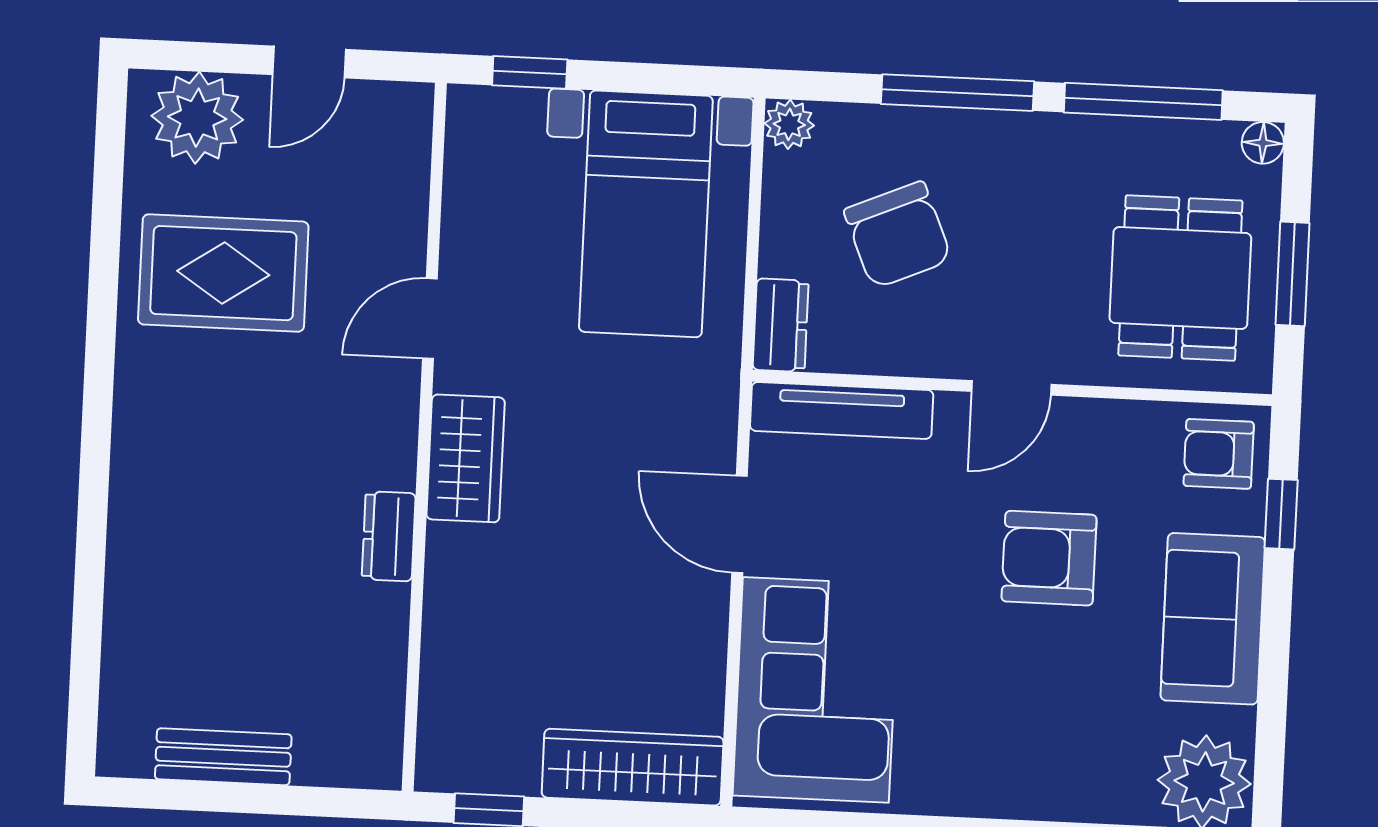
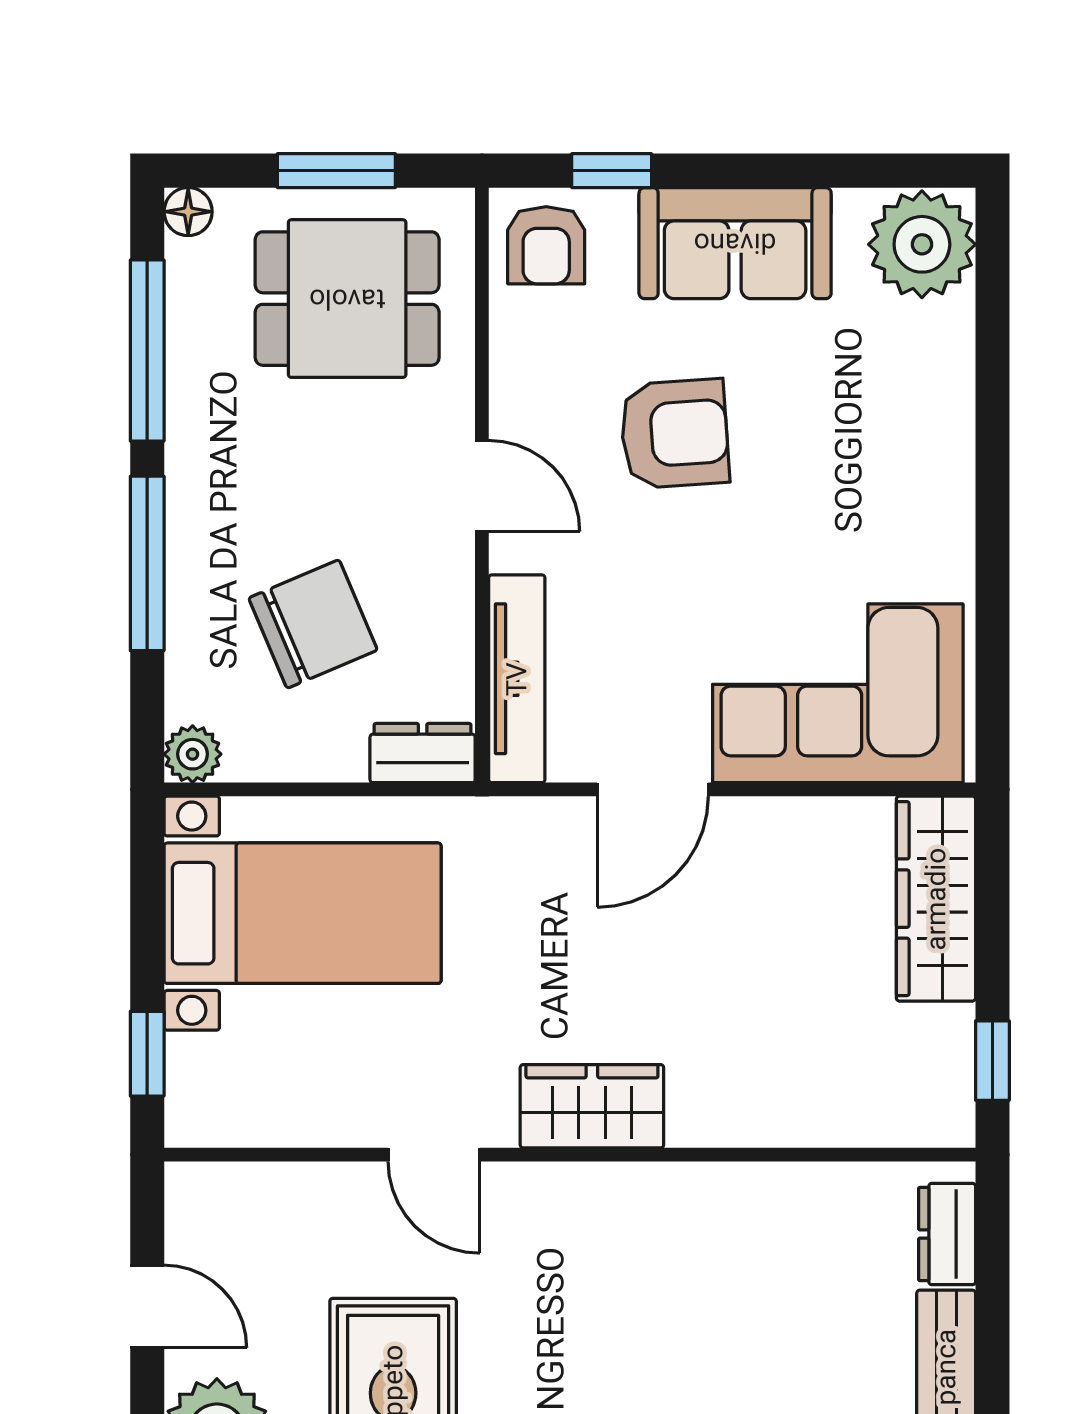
dresser: (389, 536) -> (947, 1234), moved, turned 90
armchair: (1049, 558) -> (675, 434), turned -94

